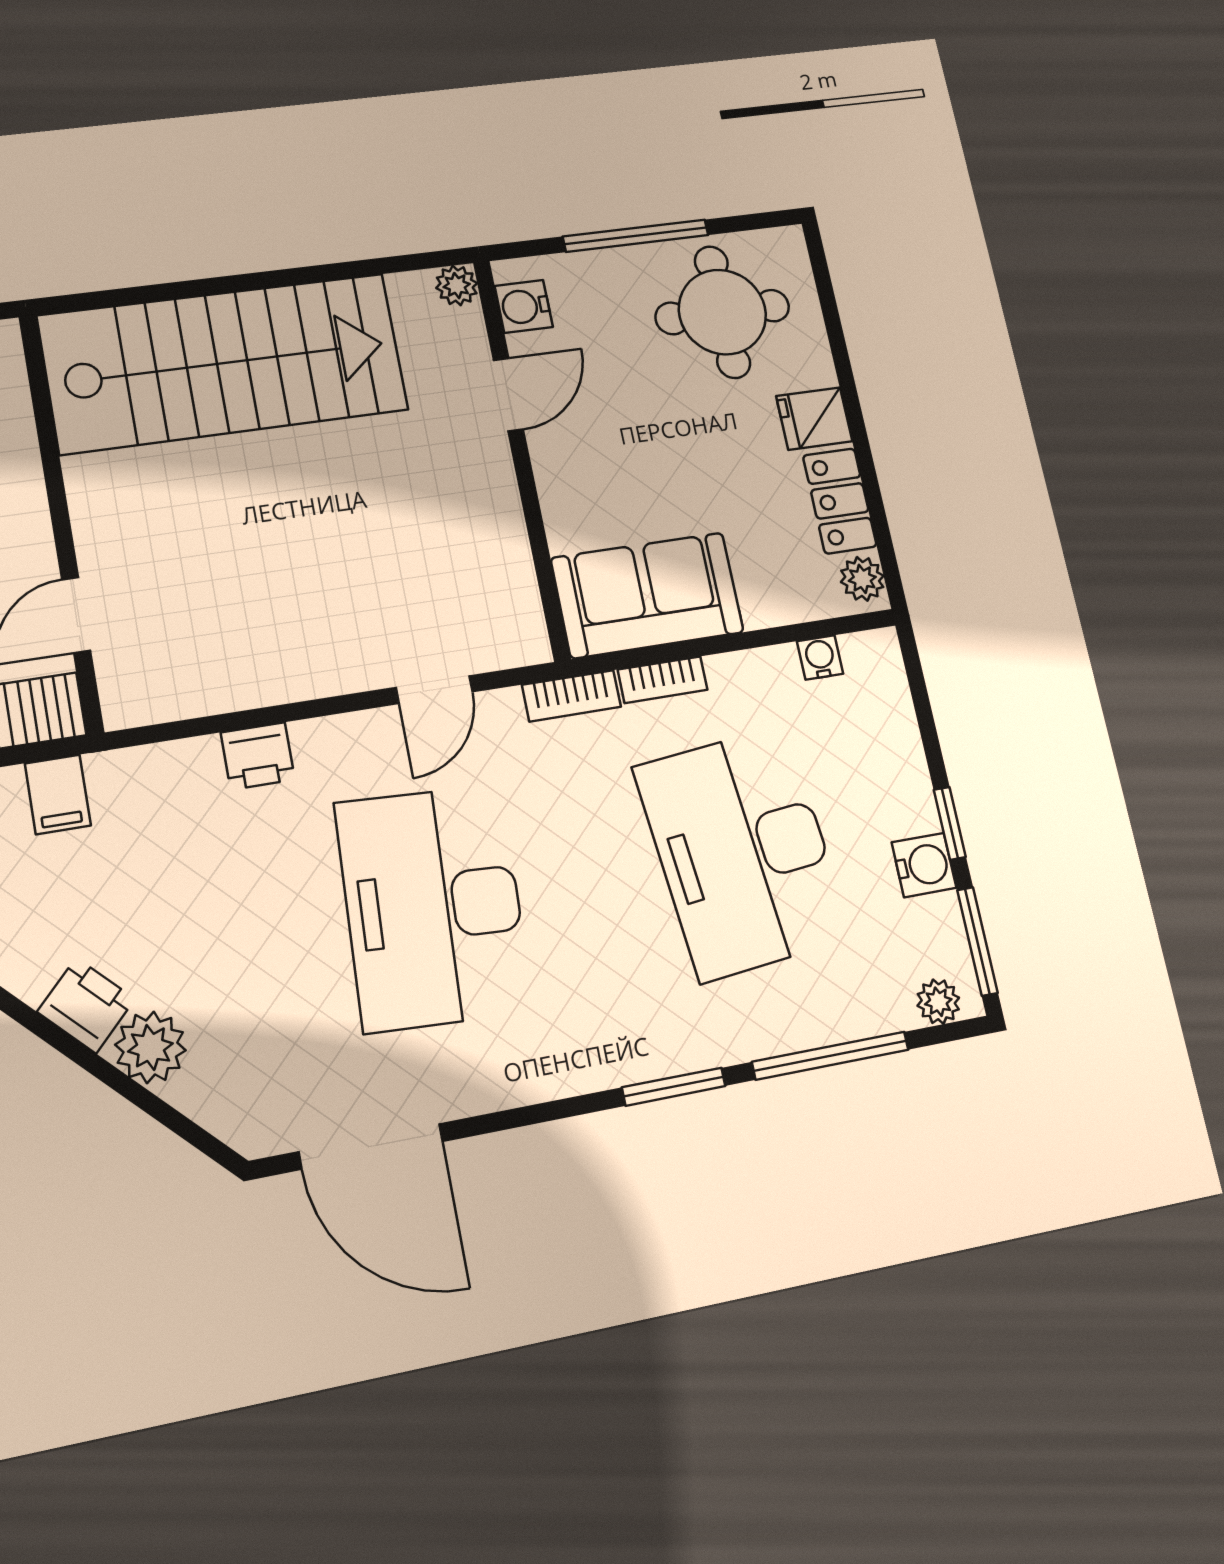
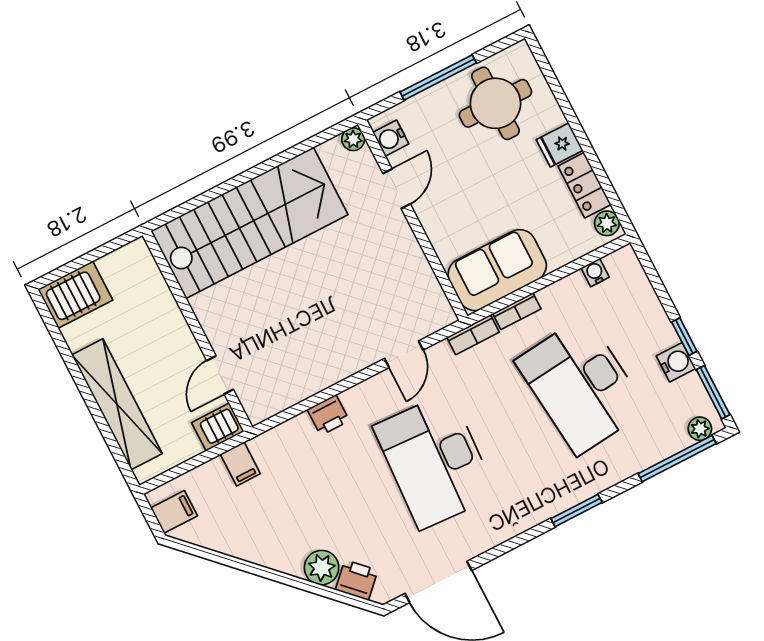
printer: (86, 1005) -> (357, 580), moved
window: (831, 1056) -> (677, 459), moved

